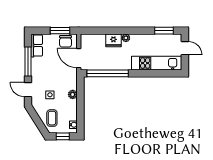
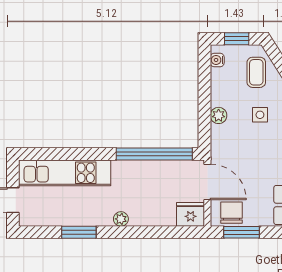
window: (164, 31) -> (79, 232), moved
fridge: (113, 40) -> (191, 214), moved

